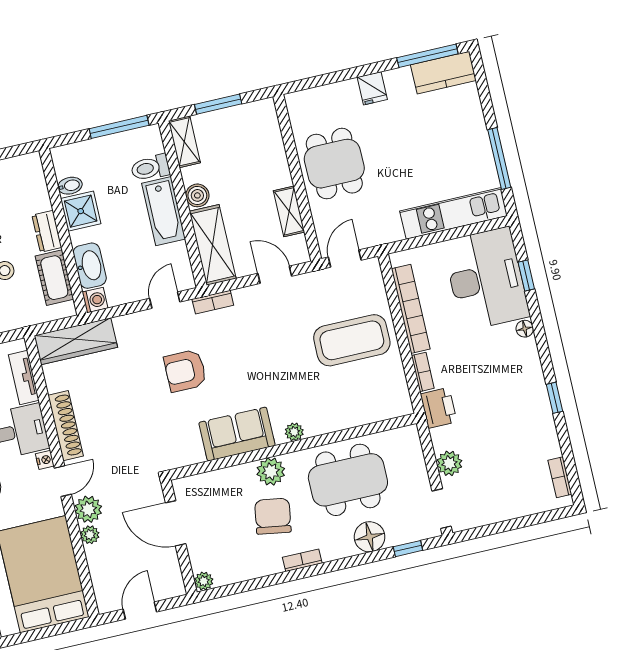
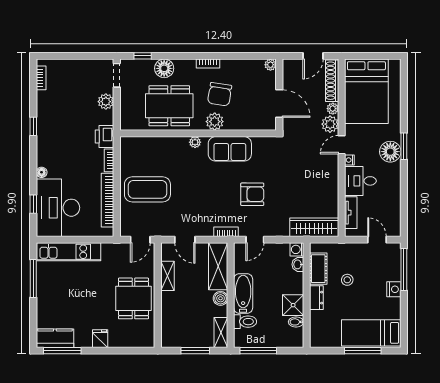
washbasin: (90, 266) -> (298, 264), width x0.52, depth x0.69
shoe rack: (66, 426) -> (332, 81), moved

